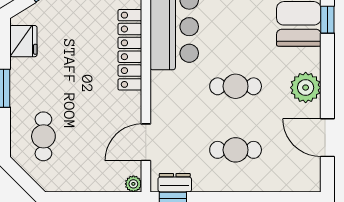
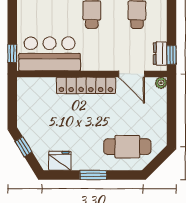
locker: (130, 50) -> (86, 85), moved
cafe table: (43, 136) -> (127, 147), width x1.37, depth x1.35

